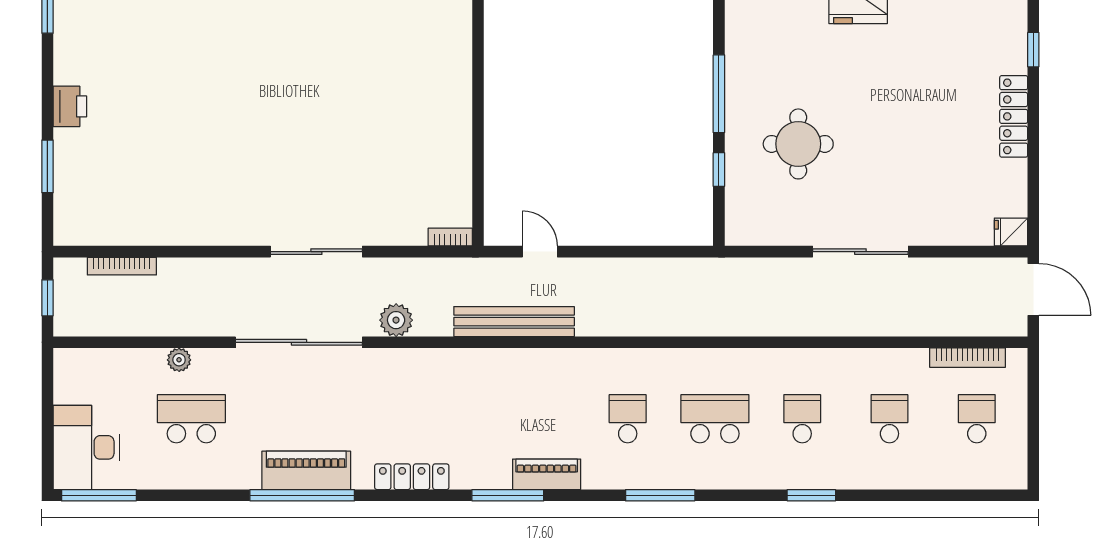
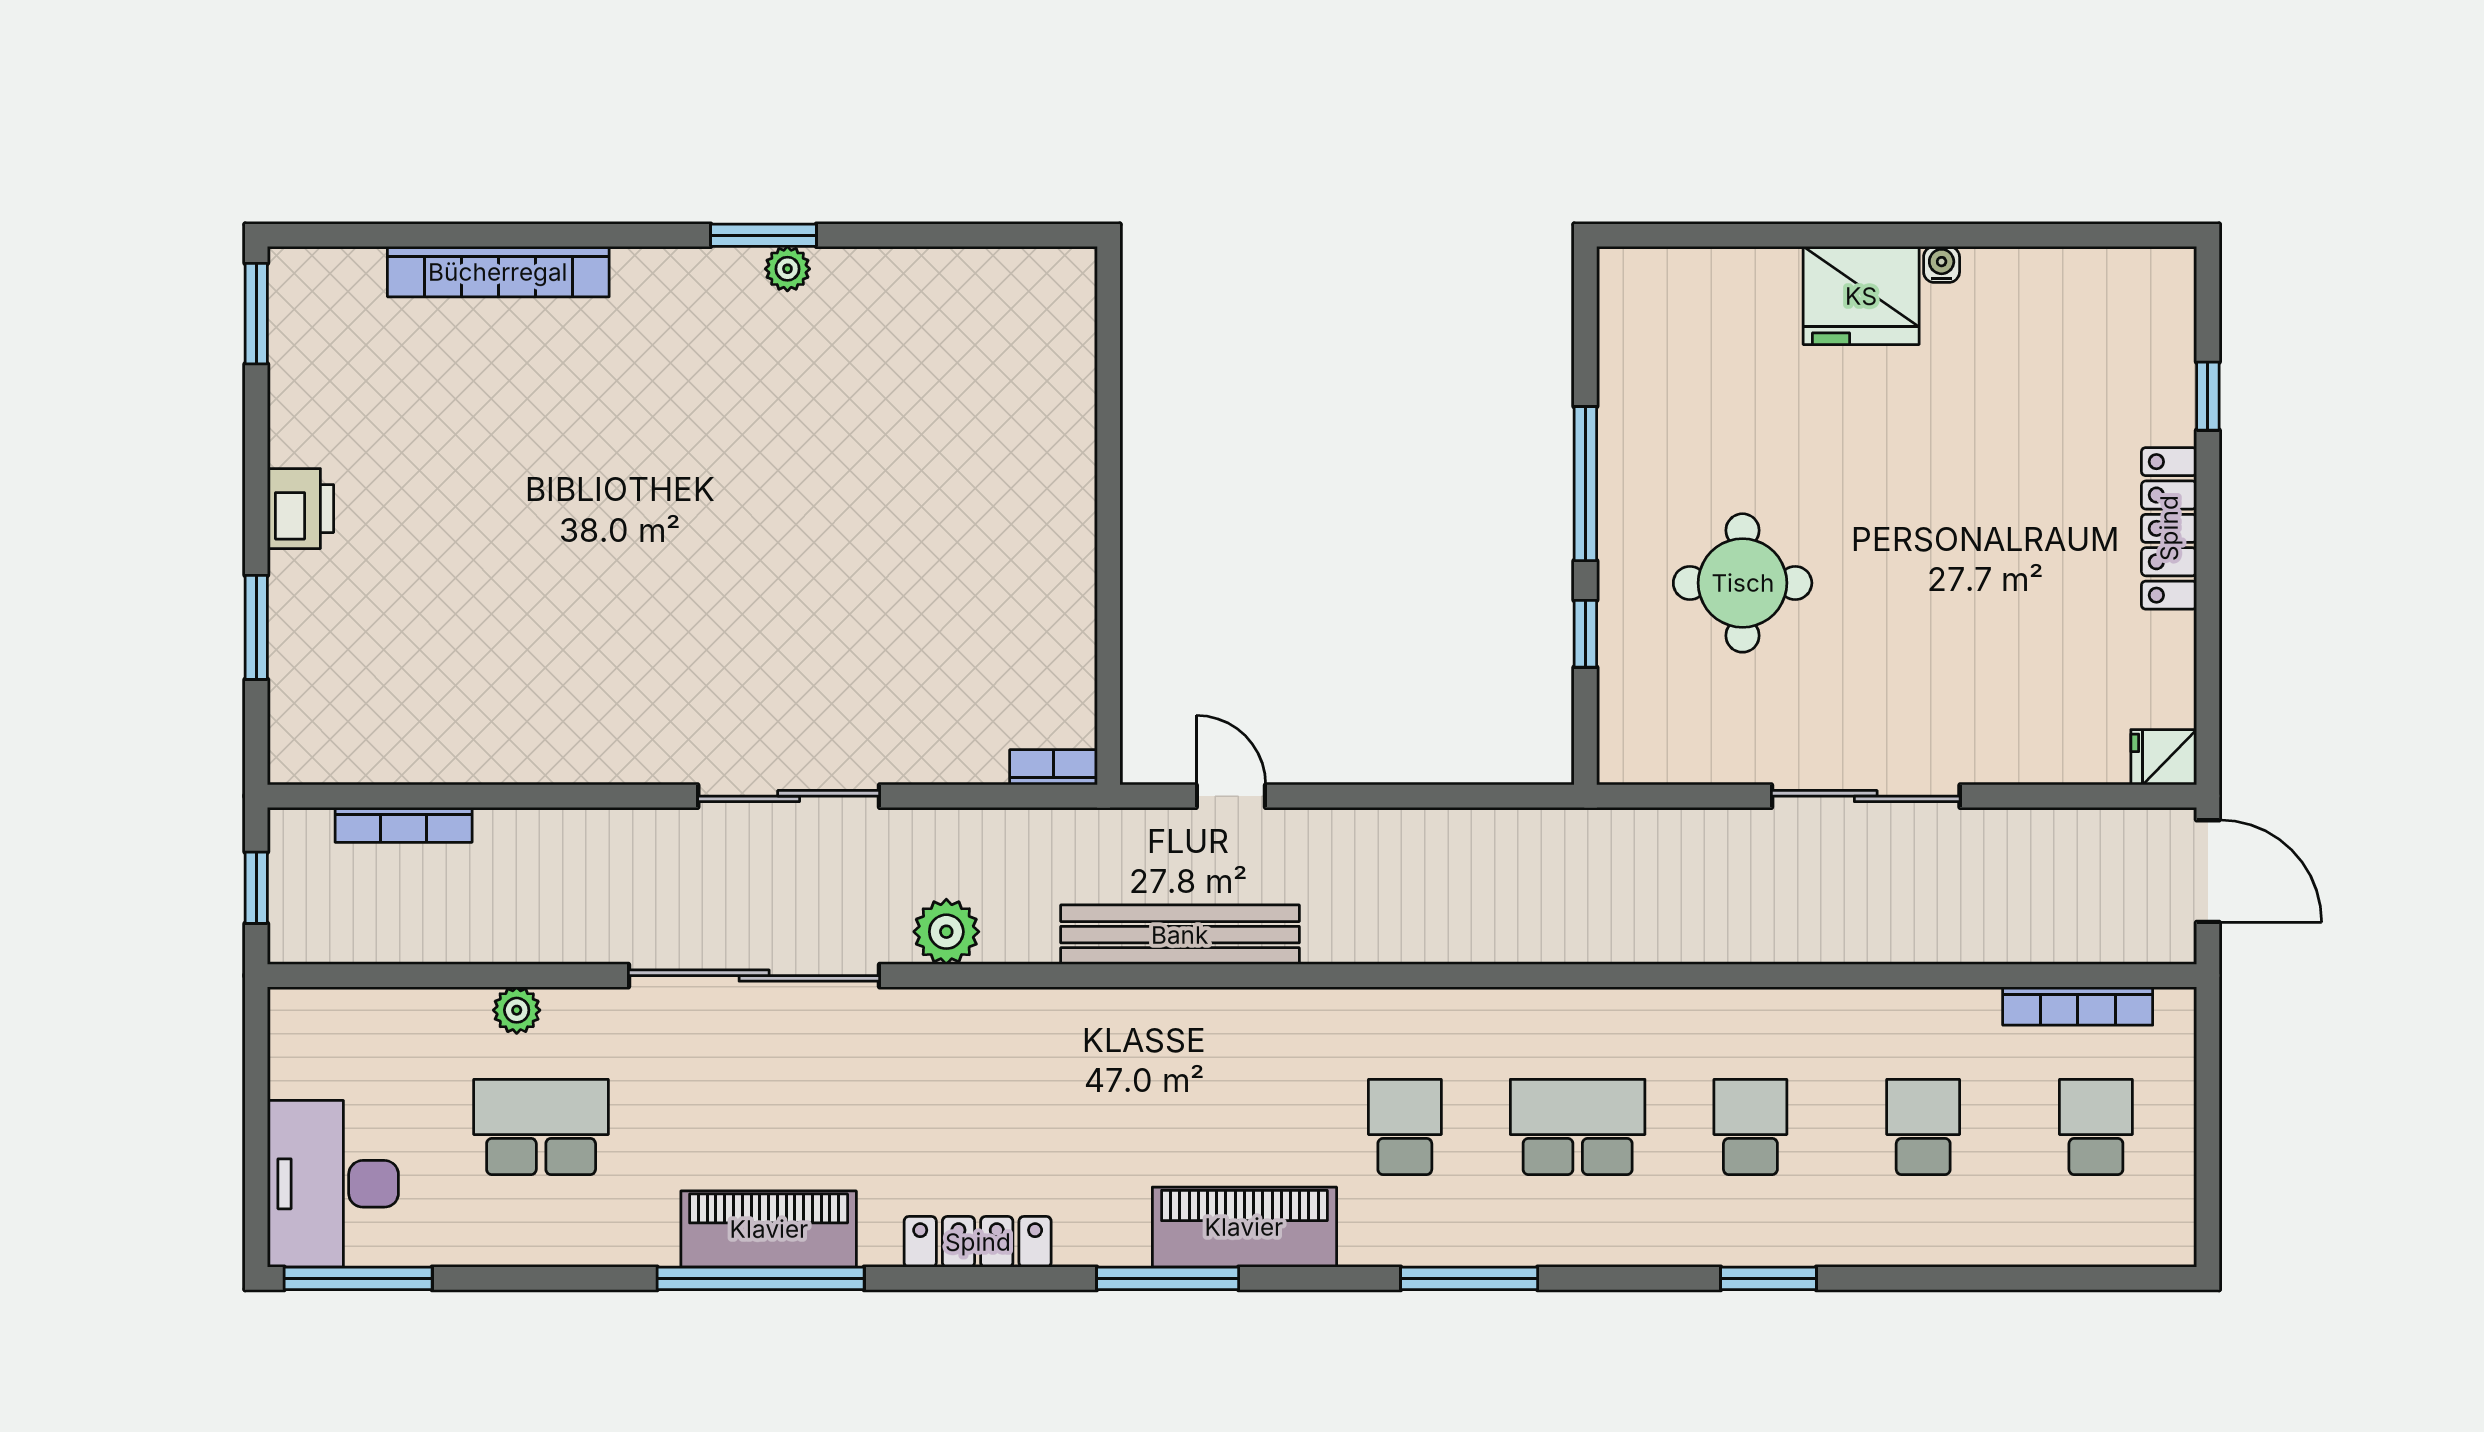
piano: (547, 474) -> (1244, 1227), width x1.37, depth x1.33

